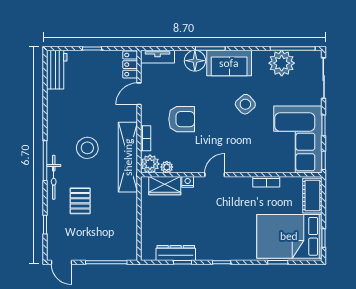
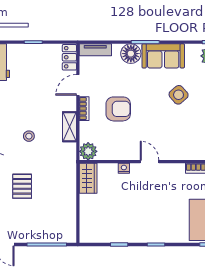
bookcase: (146, 138) -> (84, 109), moved
stool: (87, 148) -> (29, 136), width x0.53, depth x0.53
shelving: (128, 157) -> (69, 127), width x0.45, depth x0.75
plant: (167, 167) -> (104, 154), removed
door: (215, 175) -> (150, 162), hinge flipped
wardrobe: (165, 186) -> (88, 178), moved, turned -90
dresser: (176, 253) -> (113, 236), removed

